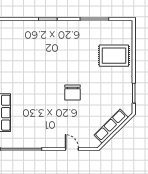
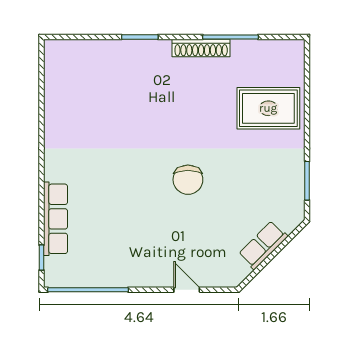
shoe rack: (79, 25) -> (201, 48), added
row of seats: (111, 126) -> (263, 245), width x0.68

